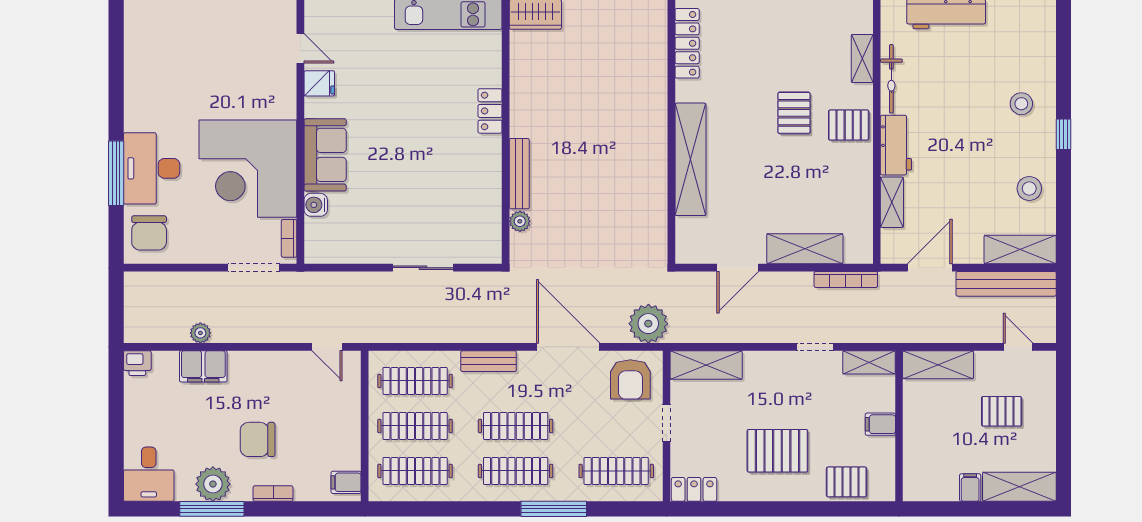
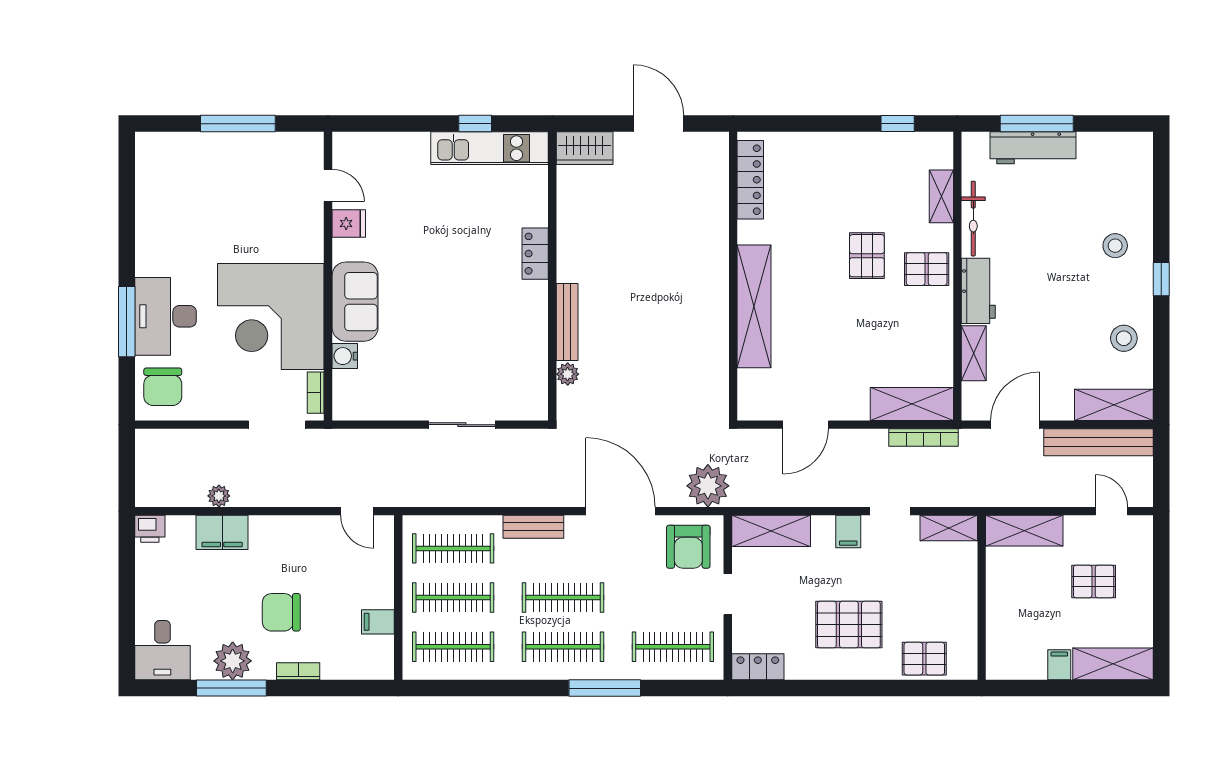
shelving: (805, 249) -> (912, 404), moved
filing cabinet: (880, 424) -> (848, 532), moved, turned -90
filing cabinet: (346, 482) -> (378, 622), moved

